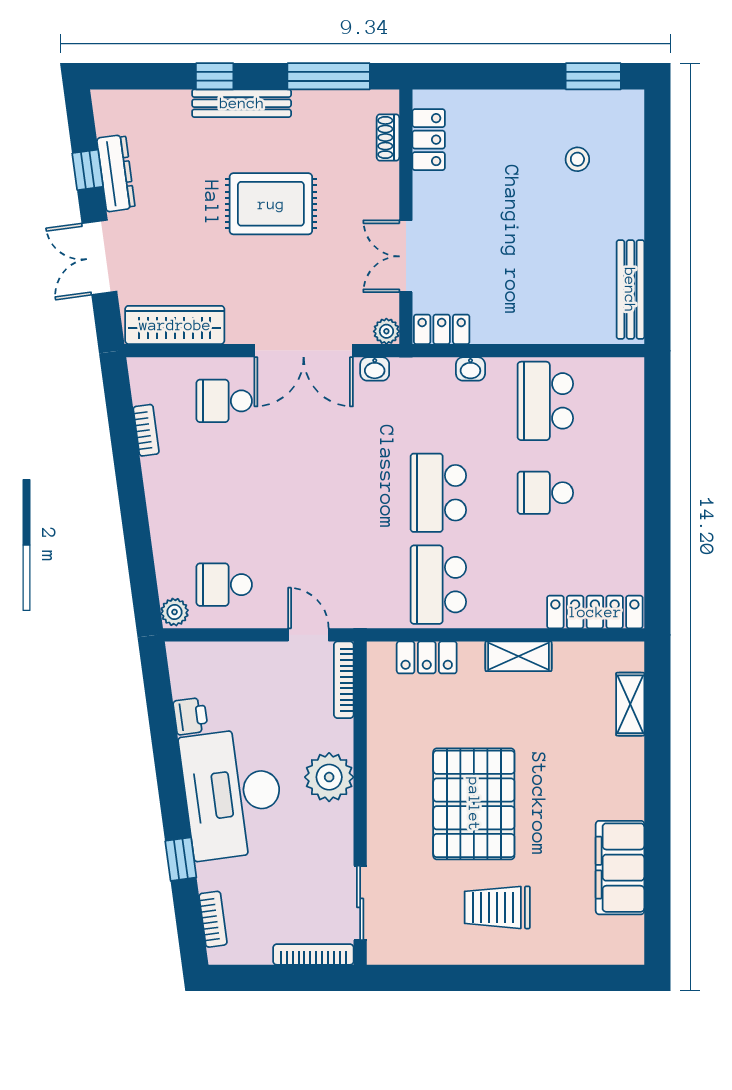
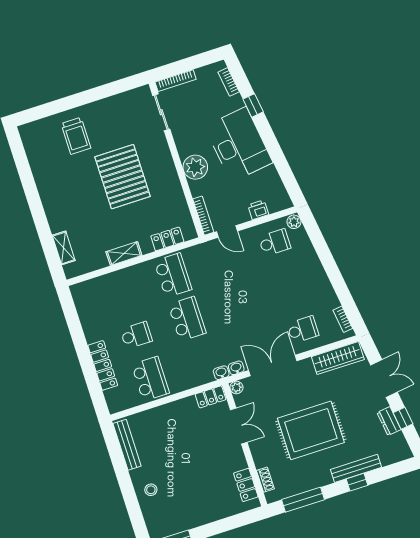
bench: (242, 103) -> (356, 468), moved
stool: (577, 159) -> (151, 490), moved
dresser: (116, 173) -> (389, 421), width x0.70
rug: (271, 204) -> (311, 430), width x1.37, depth x1.44
washbasin: (470, 369) -> (221, 373), moved
bookcase: (146, 430) -> (343, 319), moved
locker: (595, 612) -> (103, 365), moved, turned -90
printer: (190, 716) -> (258, 210), moved, turned 98
filing cabinet: (620, 868) -> (43, 169), removed
trolley: (497, 907) -> (76, 136), moved, turned 90

